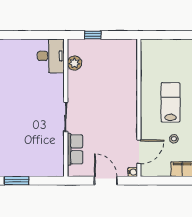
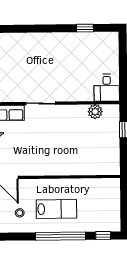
desk: (51, 56) -> (107, 88), width x0.73

